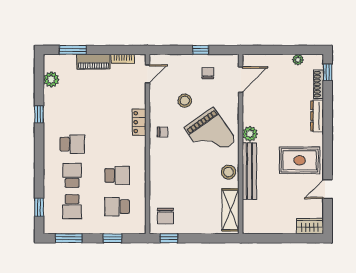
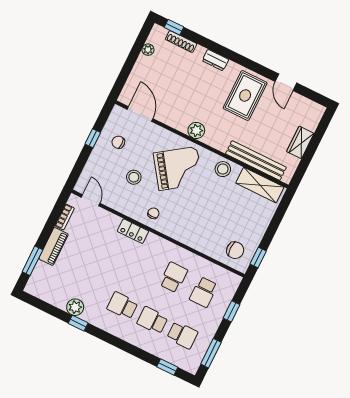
plant: (51, 79) -> (75, 307), moved
dresser: (317, 116) -> (215, 60), width x0.70
school desk: (72, 144) -> (122, 306), turned -90
bench: (249, 171) -> (256, 161), moved
wardrobe: (310, 226) -> (300, 142), moved

